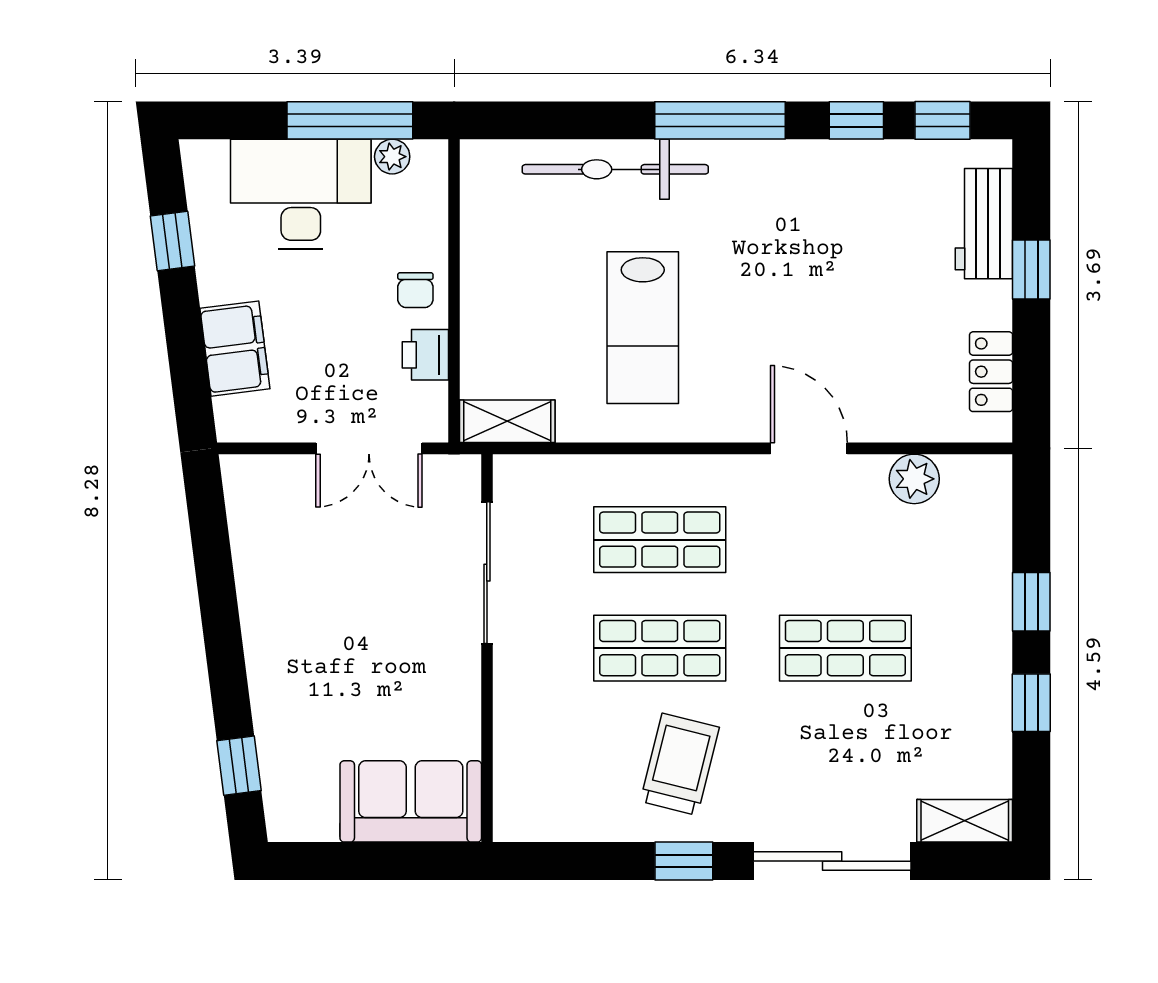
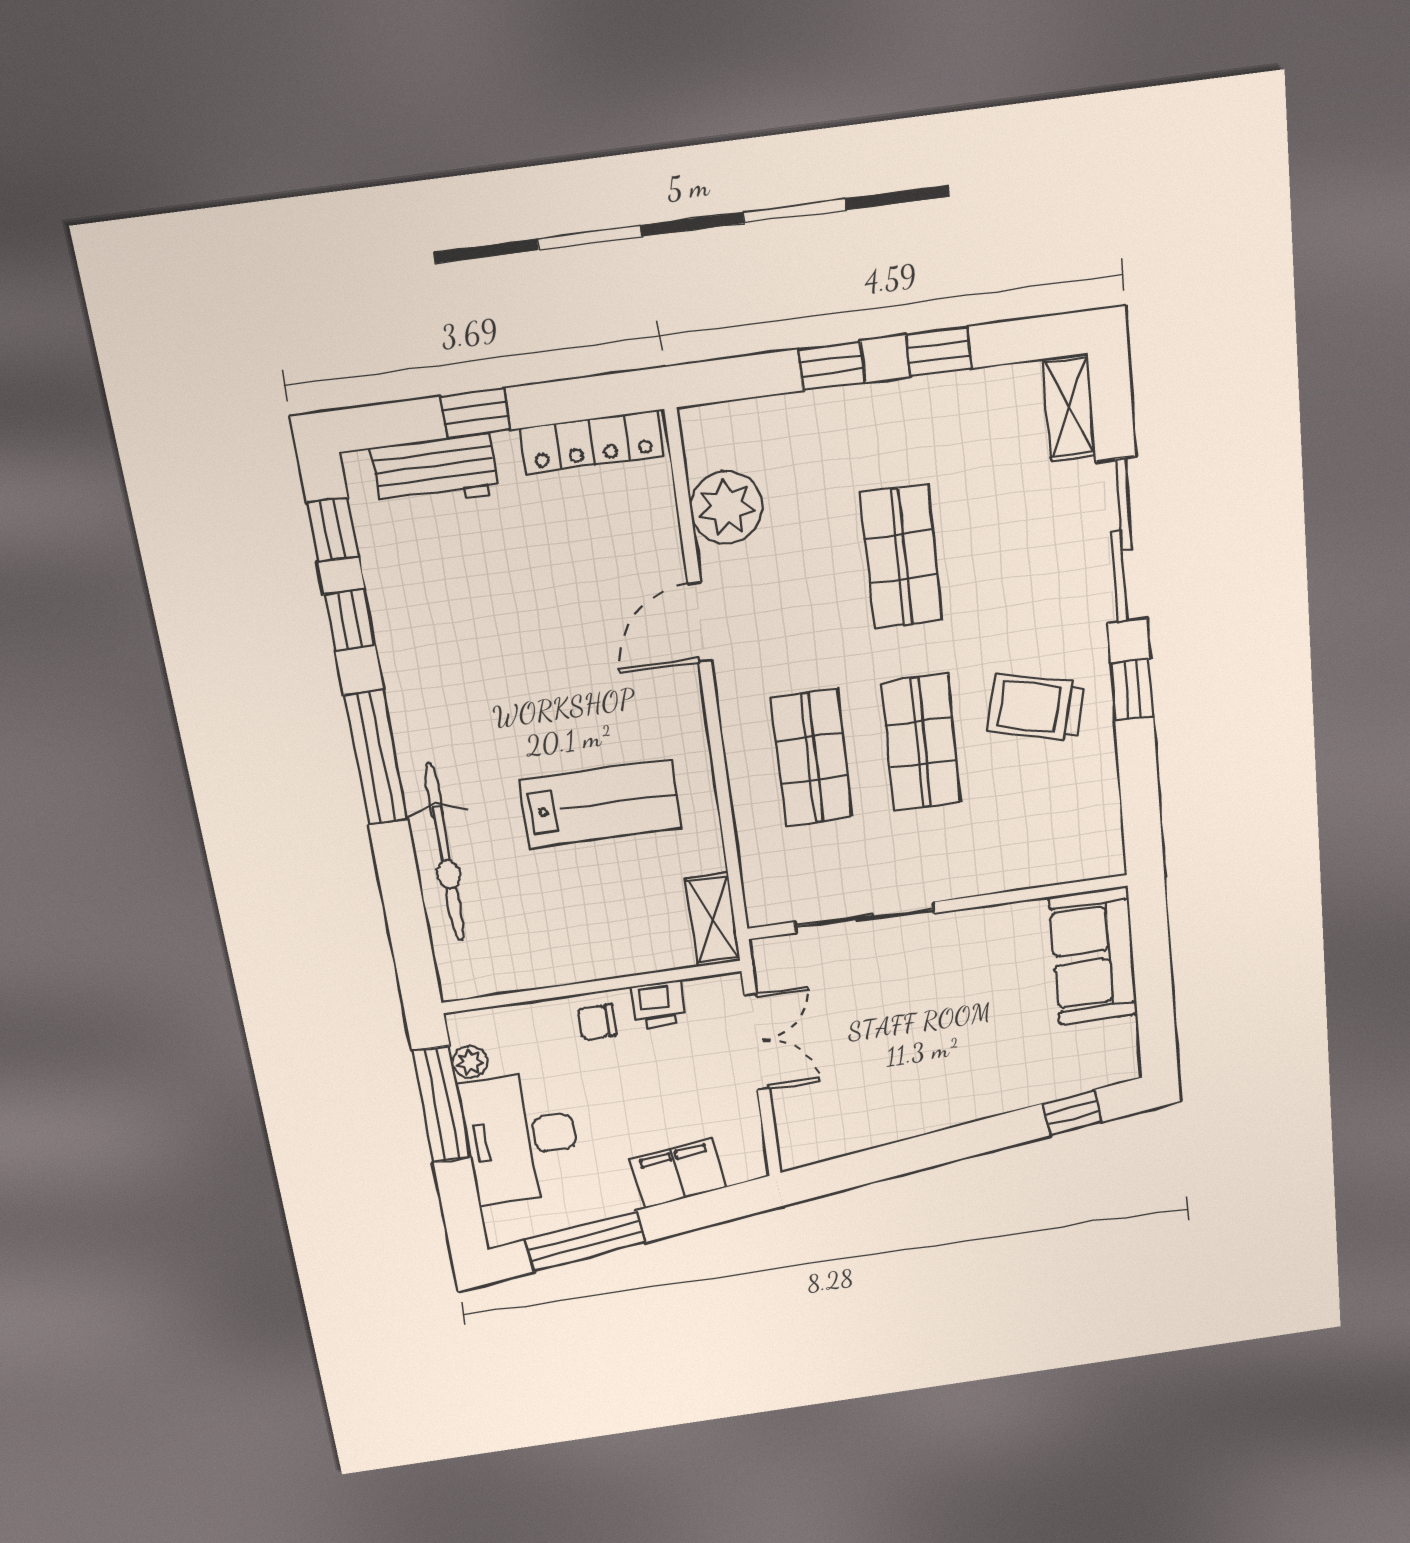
window: (172, 241) -> (585, 1241), width x2.17
chair: (415, 290) -> (597, 1022), turned 180
locker: (991, 372) -> (592, 442), width x1.53
plant: (914, 479) -> (726, 508), width x1.36, depth x1.36

